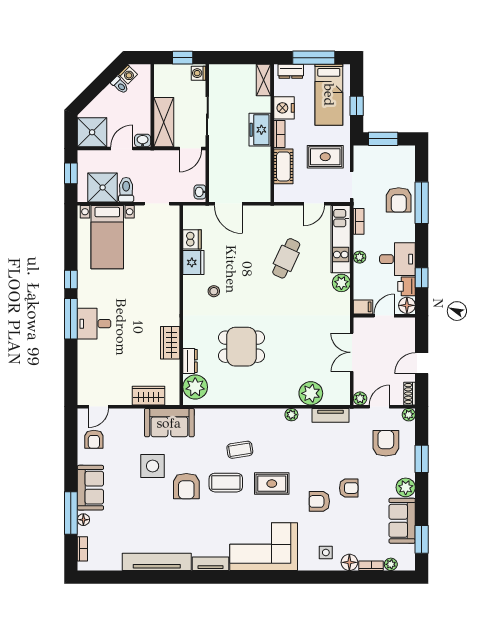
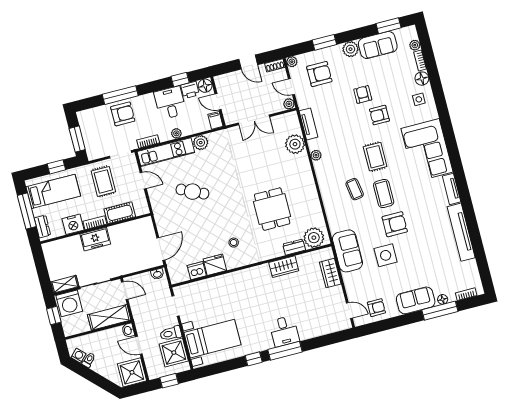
washing machine: (199, 73) -> (69, 303), width x1.89, depth x1.89
shelving: (263, 80) -> (65, 284), moved
armchair: (386, 443) -> (319, 74), turned 180
armchair: (319, 501) -> (379, 115), turned 90

